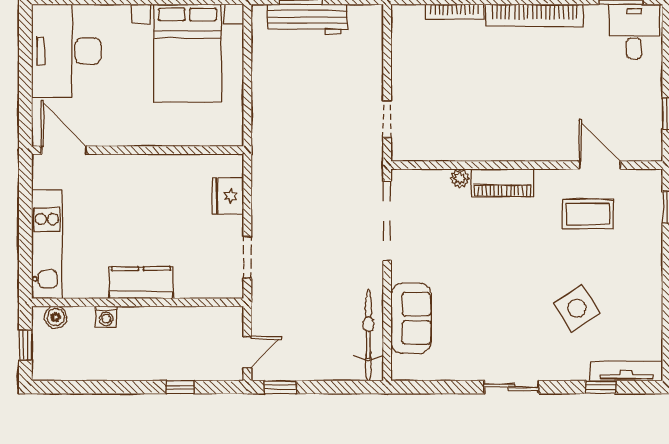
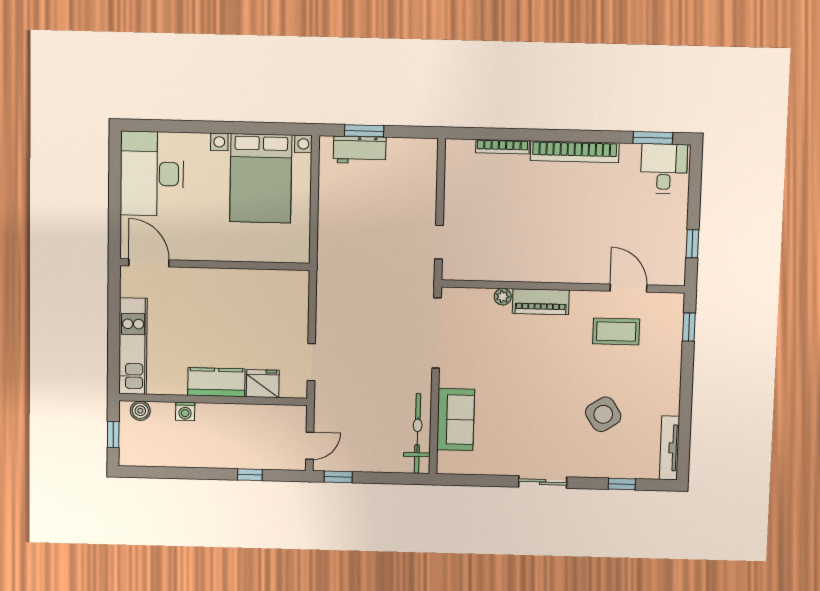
workbench: (307, 19) -> (360, 150), width x0.73
fridge: (228, 196) -> (263, 384), moved, turned 90
tv unit: (626, 371) -> (669, 448), moved, turned -90

